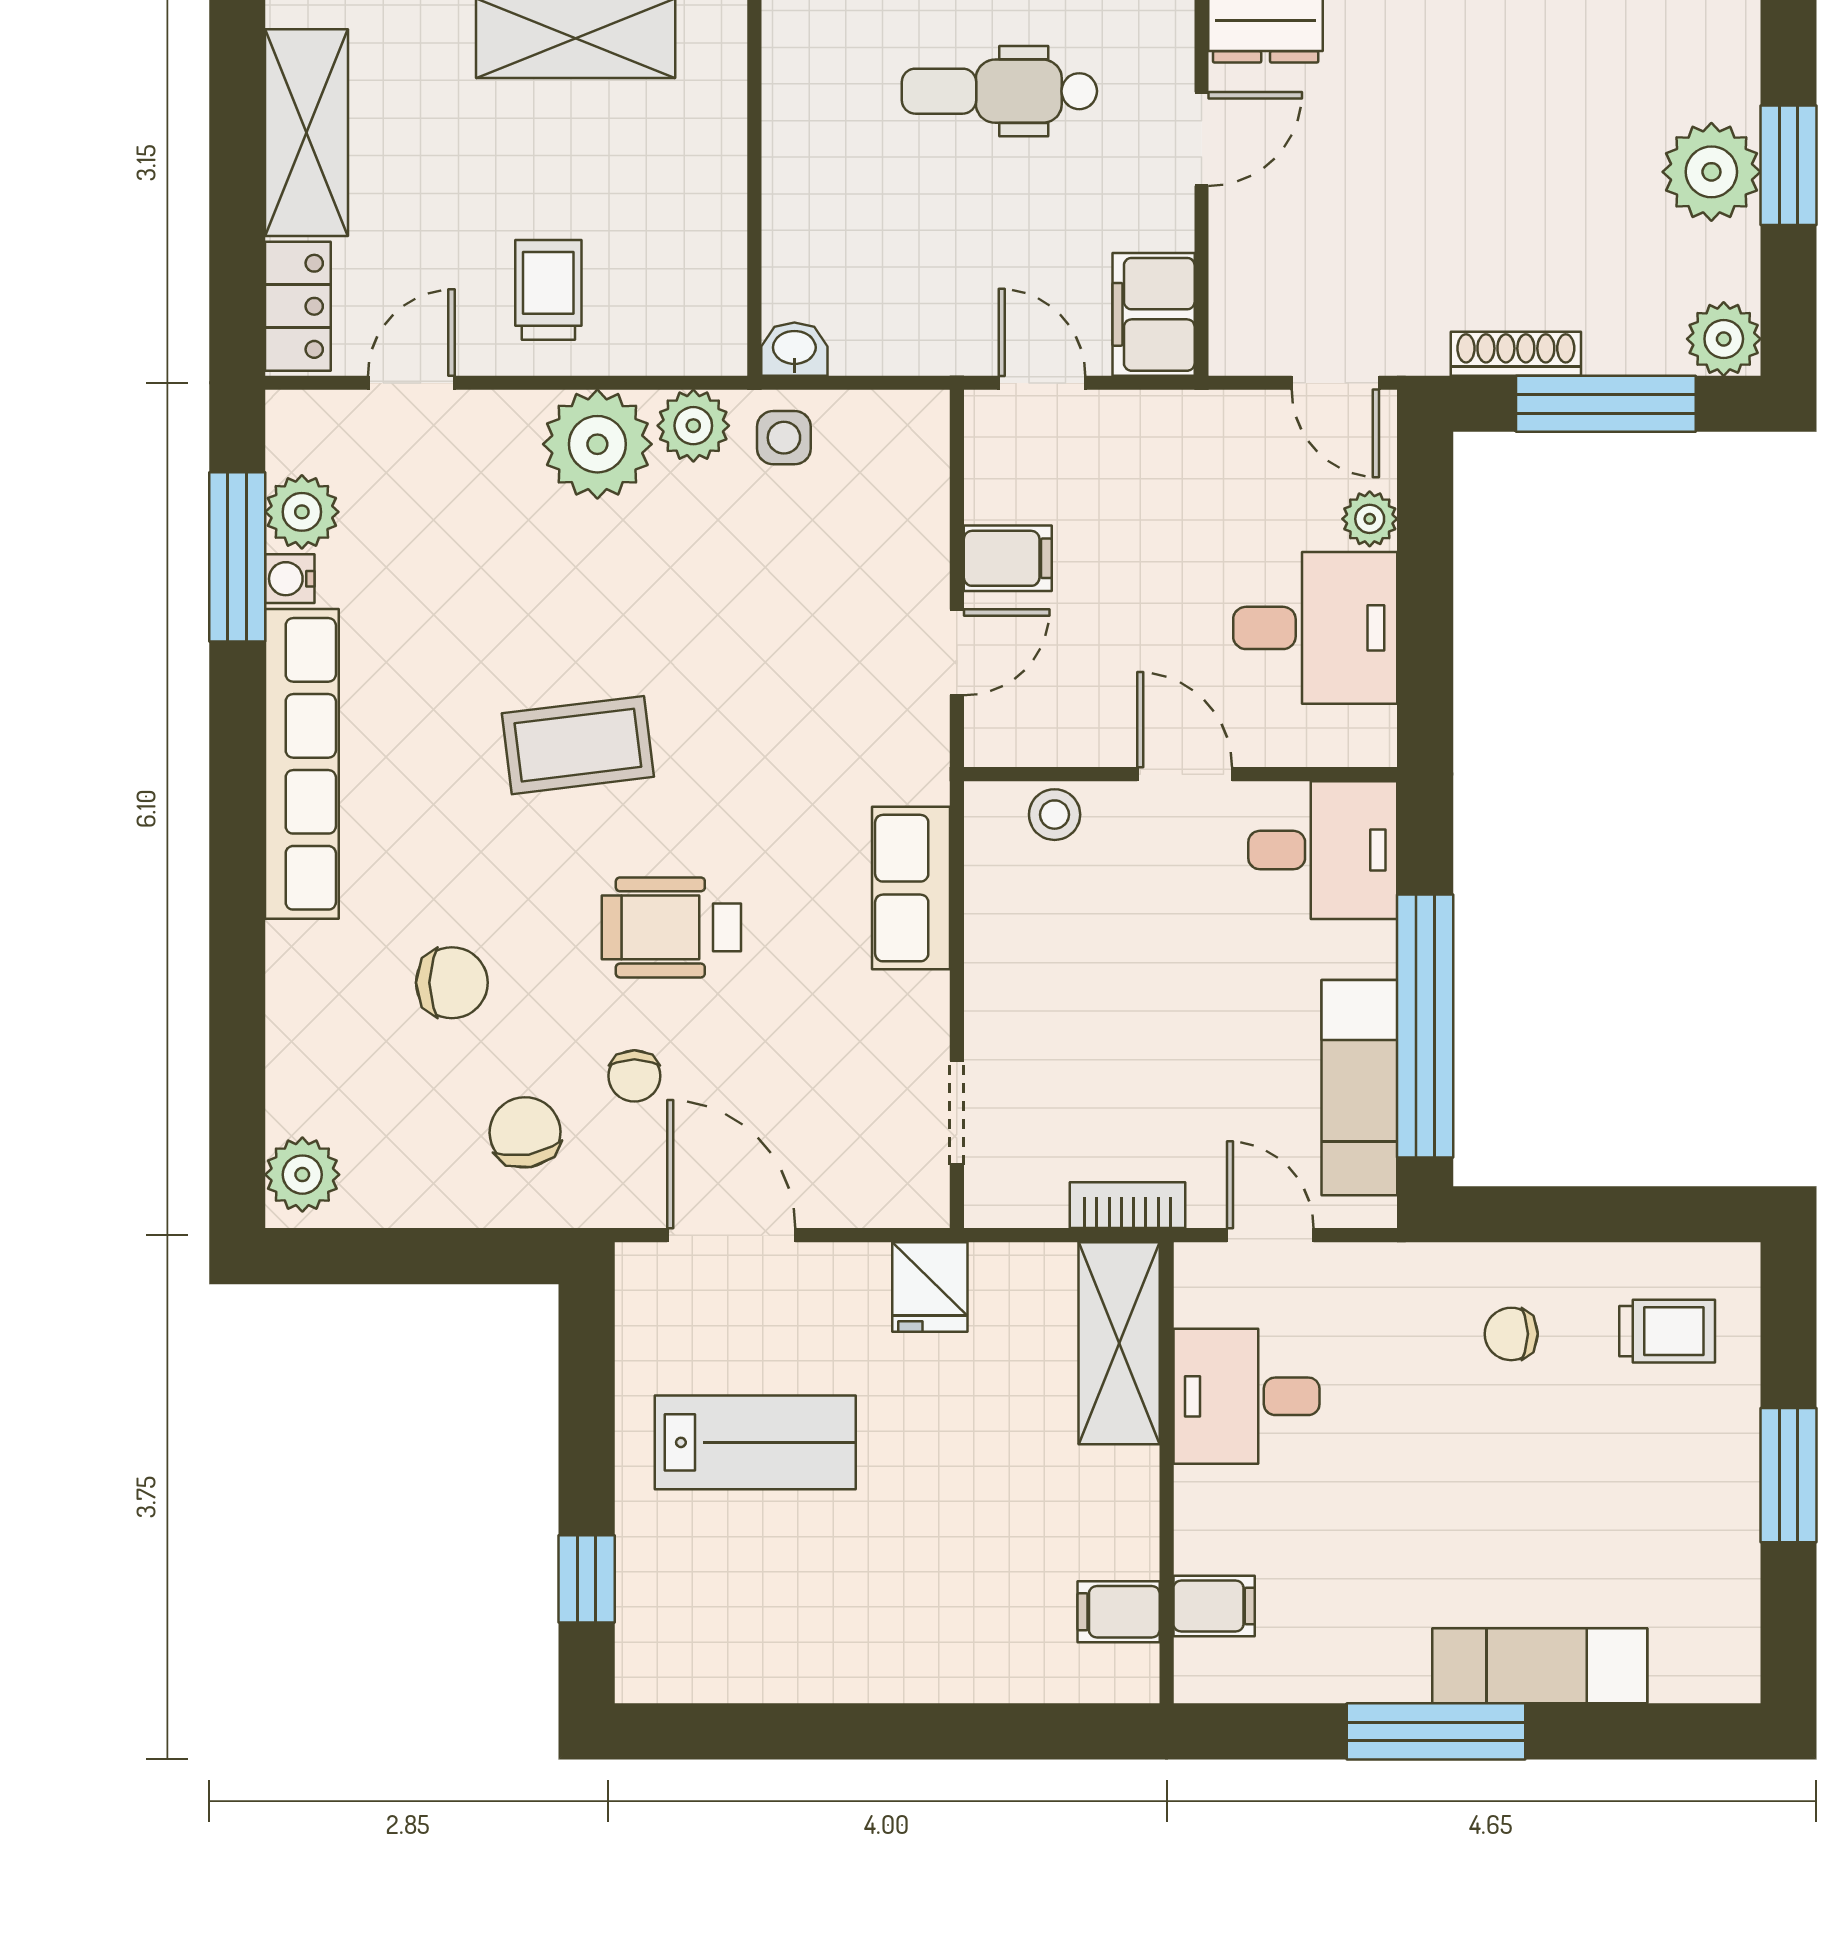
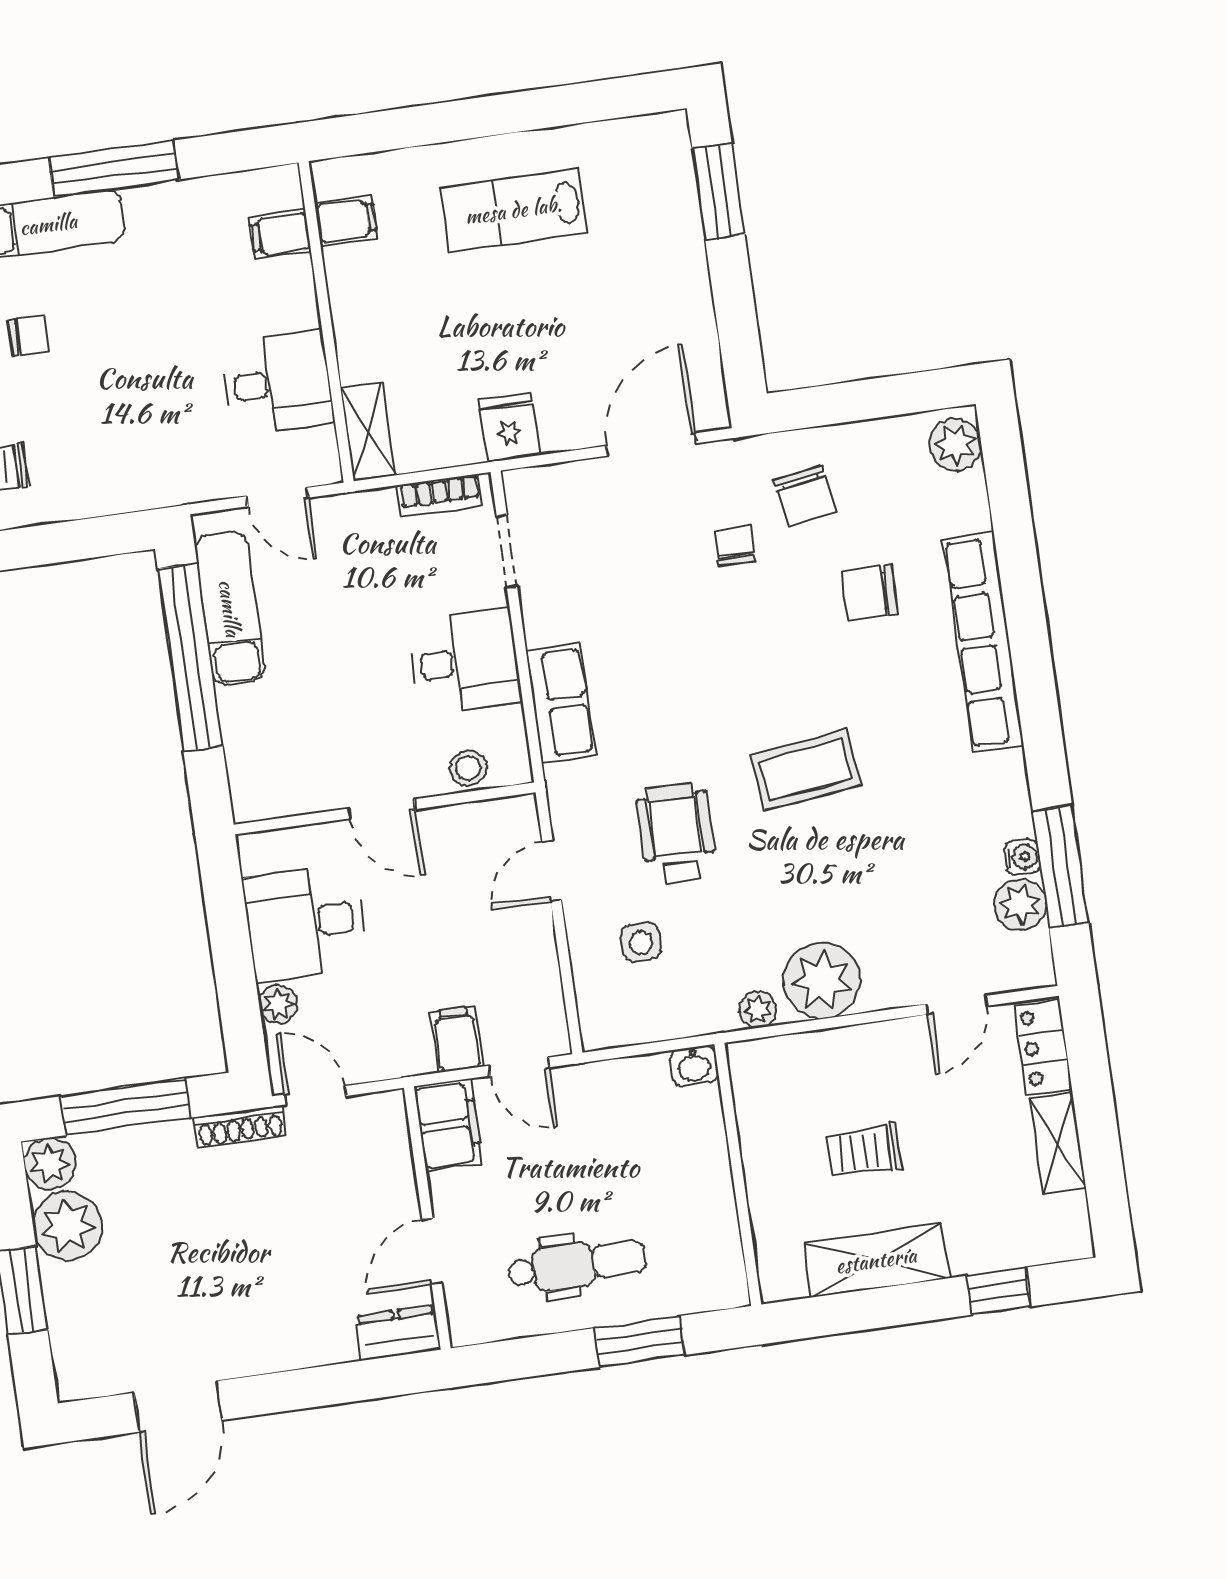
shelving: (307, 133) -> (1058, 1144), width x0.67, depth x0.75
plant: (1711, 172) -> (67, 1226), moved
trolley: (548, 290) -> (864, 1151), moved, turned 90
shoe rack: (1516, 354) -> (240, 1126), moved
plant: (693, 426) -> (758, 1010), width x0.73, depth x0.73
side table: (784, 438) -> (641, 942), moved
filing cabinet: (1008, 558) -> (457, 1039), moved, turned 90
row of seats: (302, 764) -> (983, 642), moved
desk: (1323, 850) -> (465, 662), moved, turned 180
wheelchair: (671, 927) -> (676, 834), moved, turned -90
bookcase: (1127, 1205) -> (440, 495), moved
door: (731, 1235) -> (652, 444), swing flipped
chair: (1511, 1334) -> (28, 336), moved
shelving: (1119, 1343) -> (368, 432), width x0.67, depth x0.75
lab bench: (755, 1442) -> (513, 210), moved
window: (587, 1579) -> (718, 192), width x1.50

